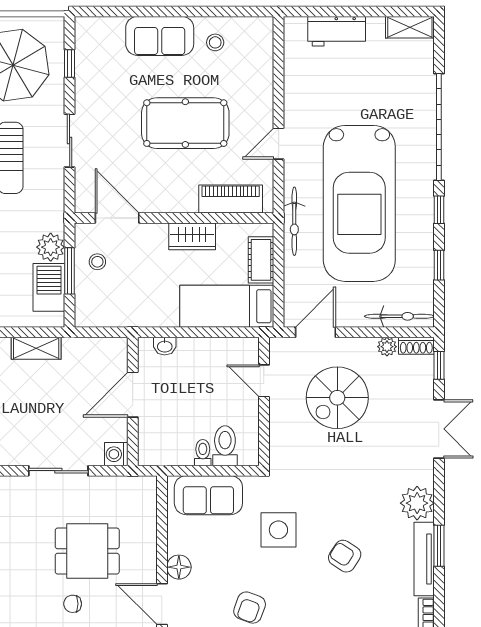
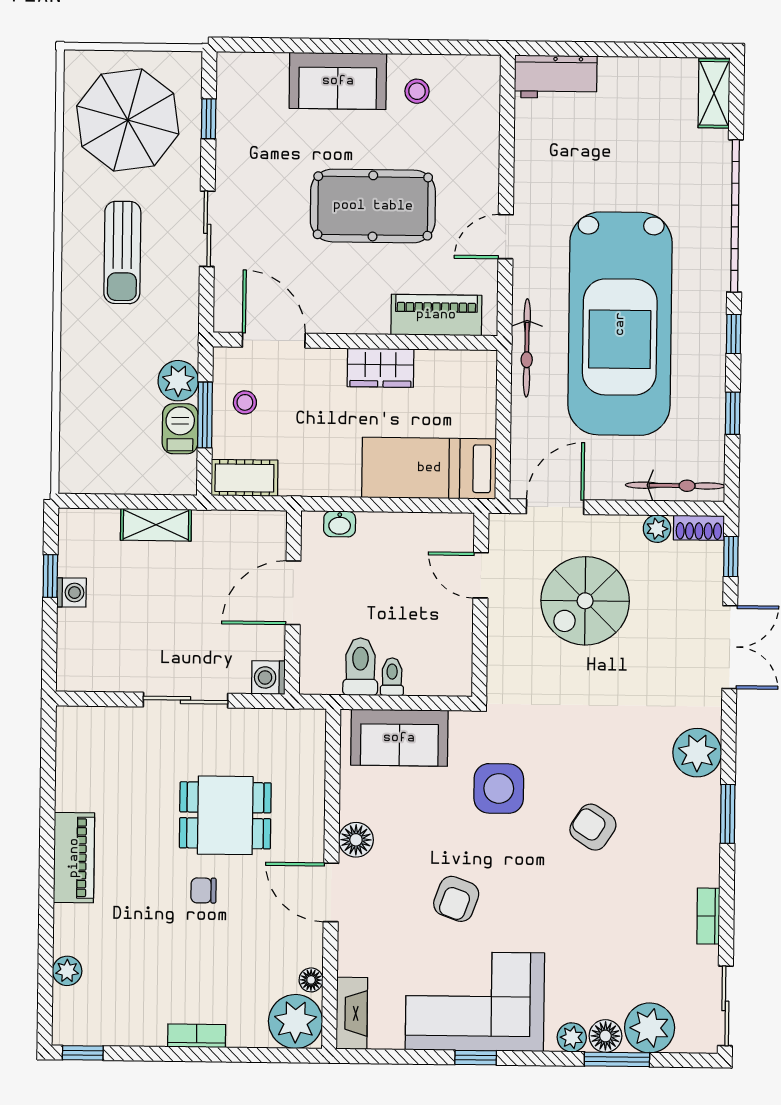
shelving: (410, 27) -> (714, 93), moved, turned 90
workbench: (337, 31) -> (556, 77), moved
cot: (261, 260) -> (244, 478), moved, turned 90
barbecue: (49, 287) -> (180, 429), width x0.73, depth x0.79
toilet: (225, 446) -> (360, 667), moved
tv unit: (424, 559) -> (706, 833), removed

